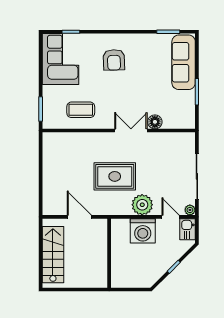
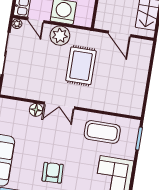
armchair: (114, 60) -> (53, 173), moved
coffee table: (81, 110) -> (102, 132), width x1.36, depth x1.32
rug: (115, 176) -> (81, 66), turned 90

